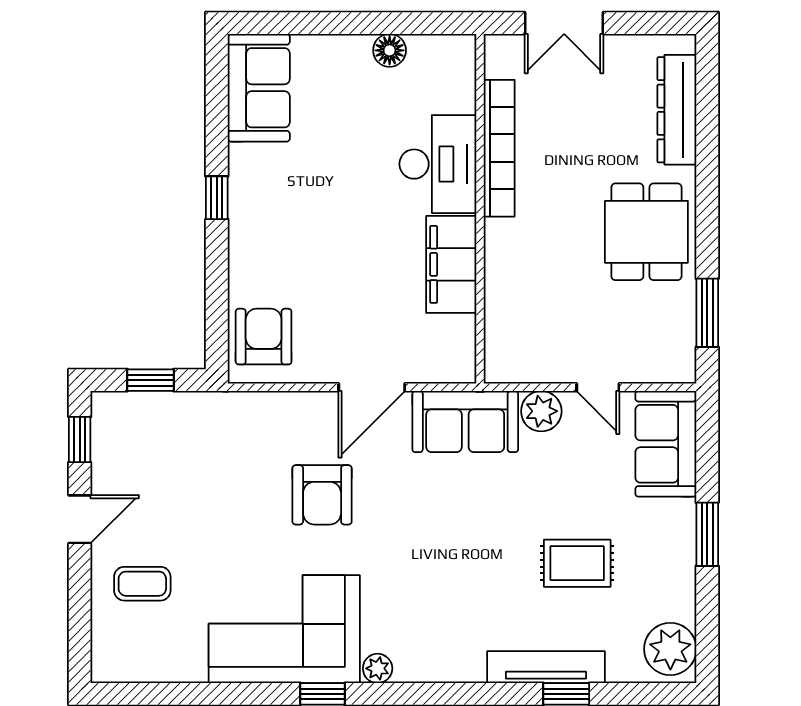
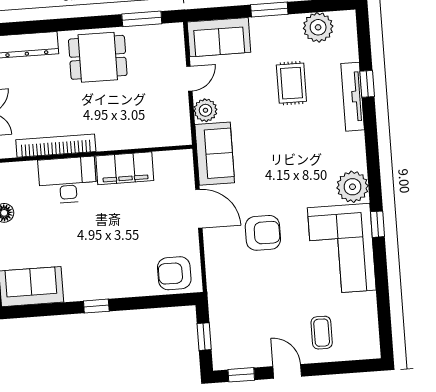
plant: (670, 649) -> (318, 27), moved
plant: (378, 668) -> (353, 187), width x1.88, depth x1.88

